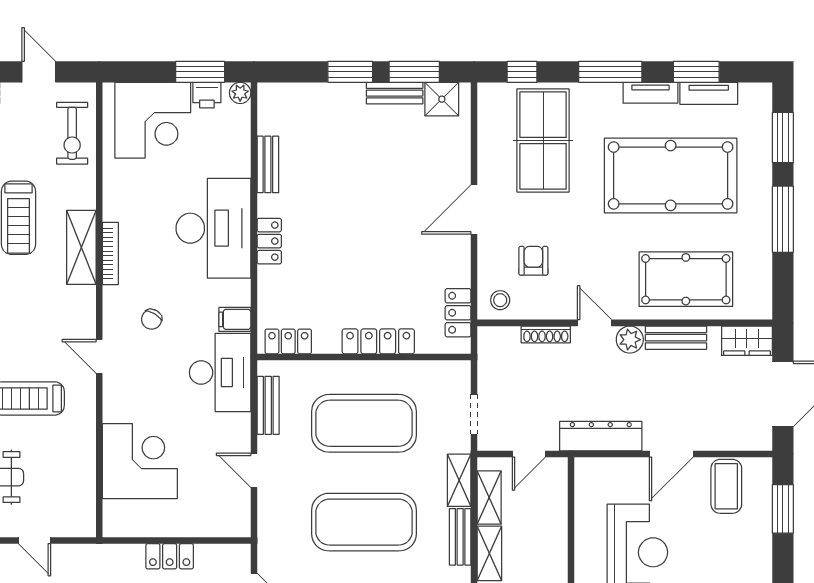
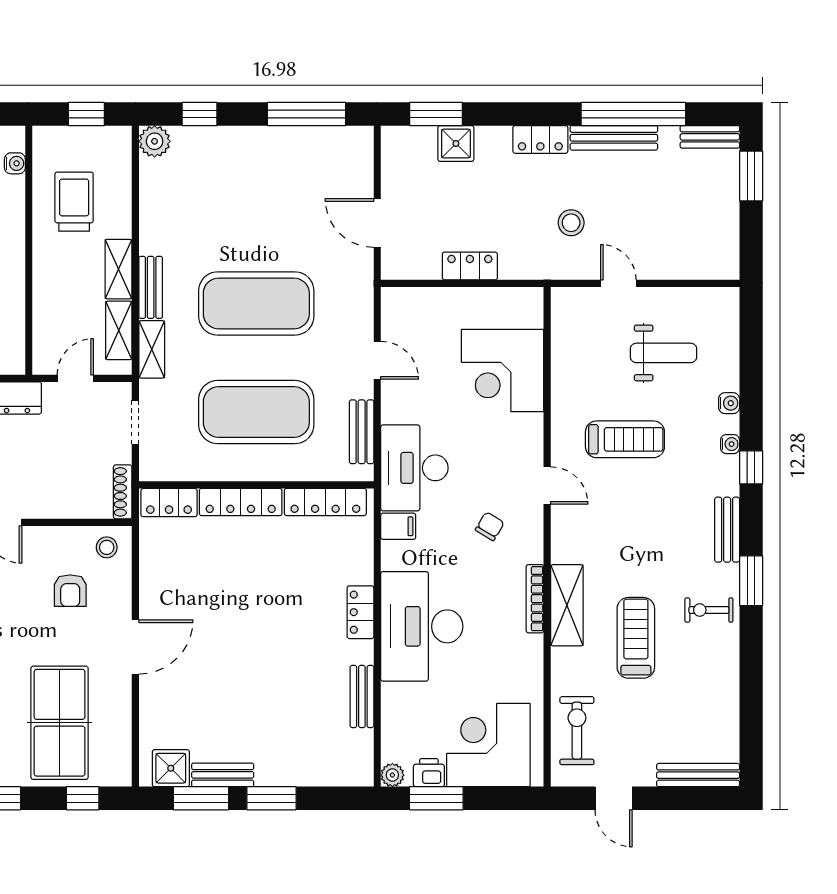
locker: (458, 313) -> (169, 503), moved, turned 90
shoe rack: (546, 334) -> (123, 492), moved, turned -90
locker: (288, 341) -> (325, 502), width x1.53

